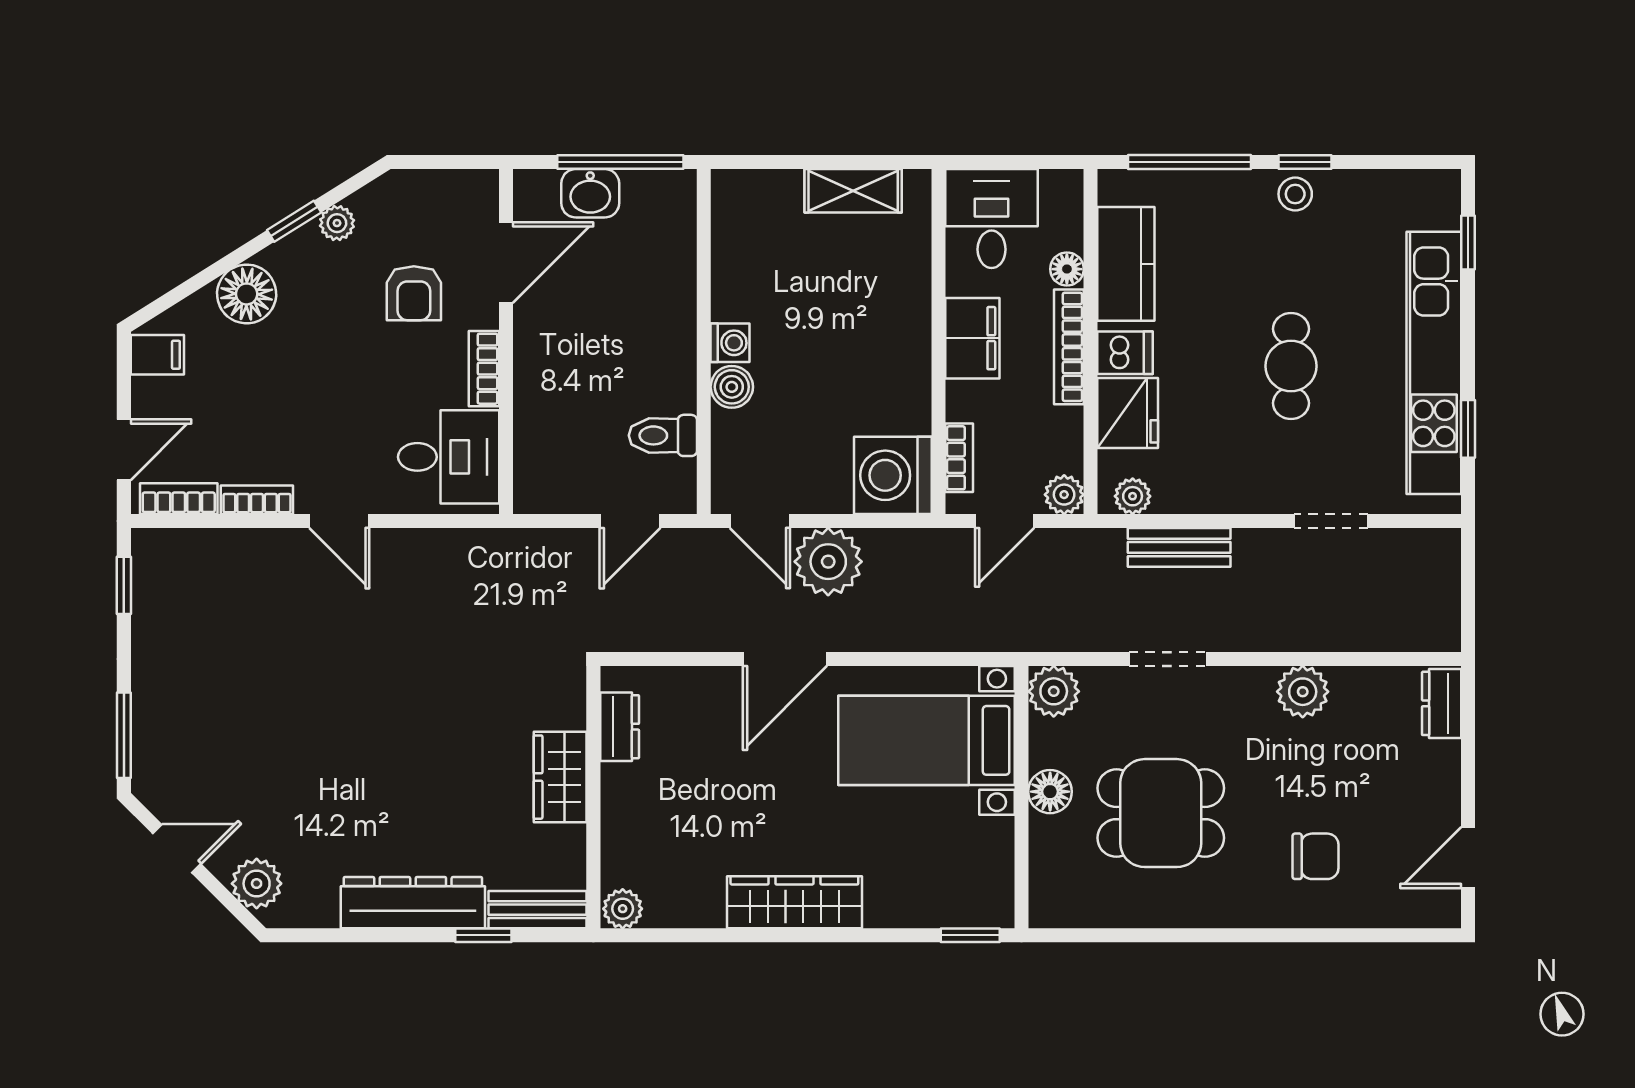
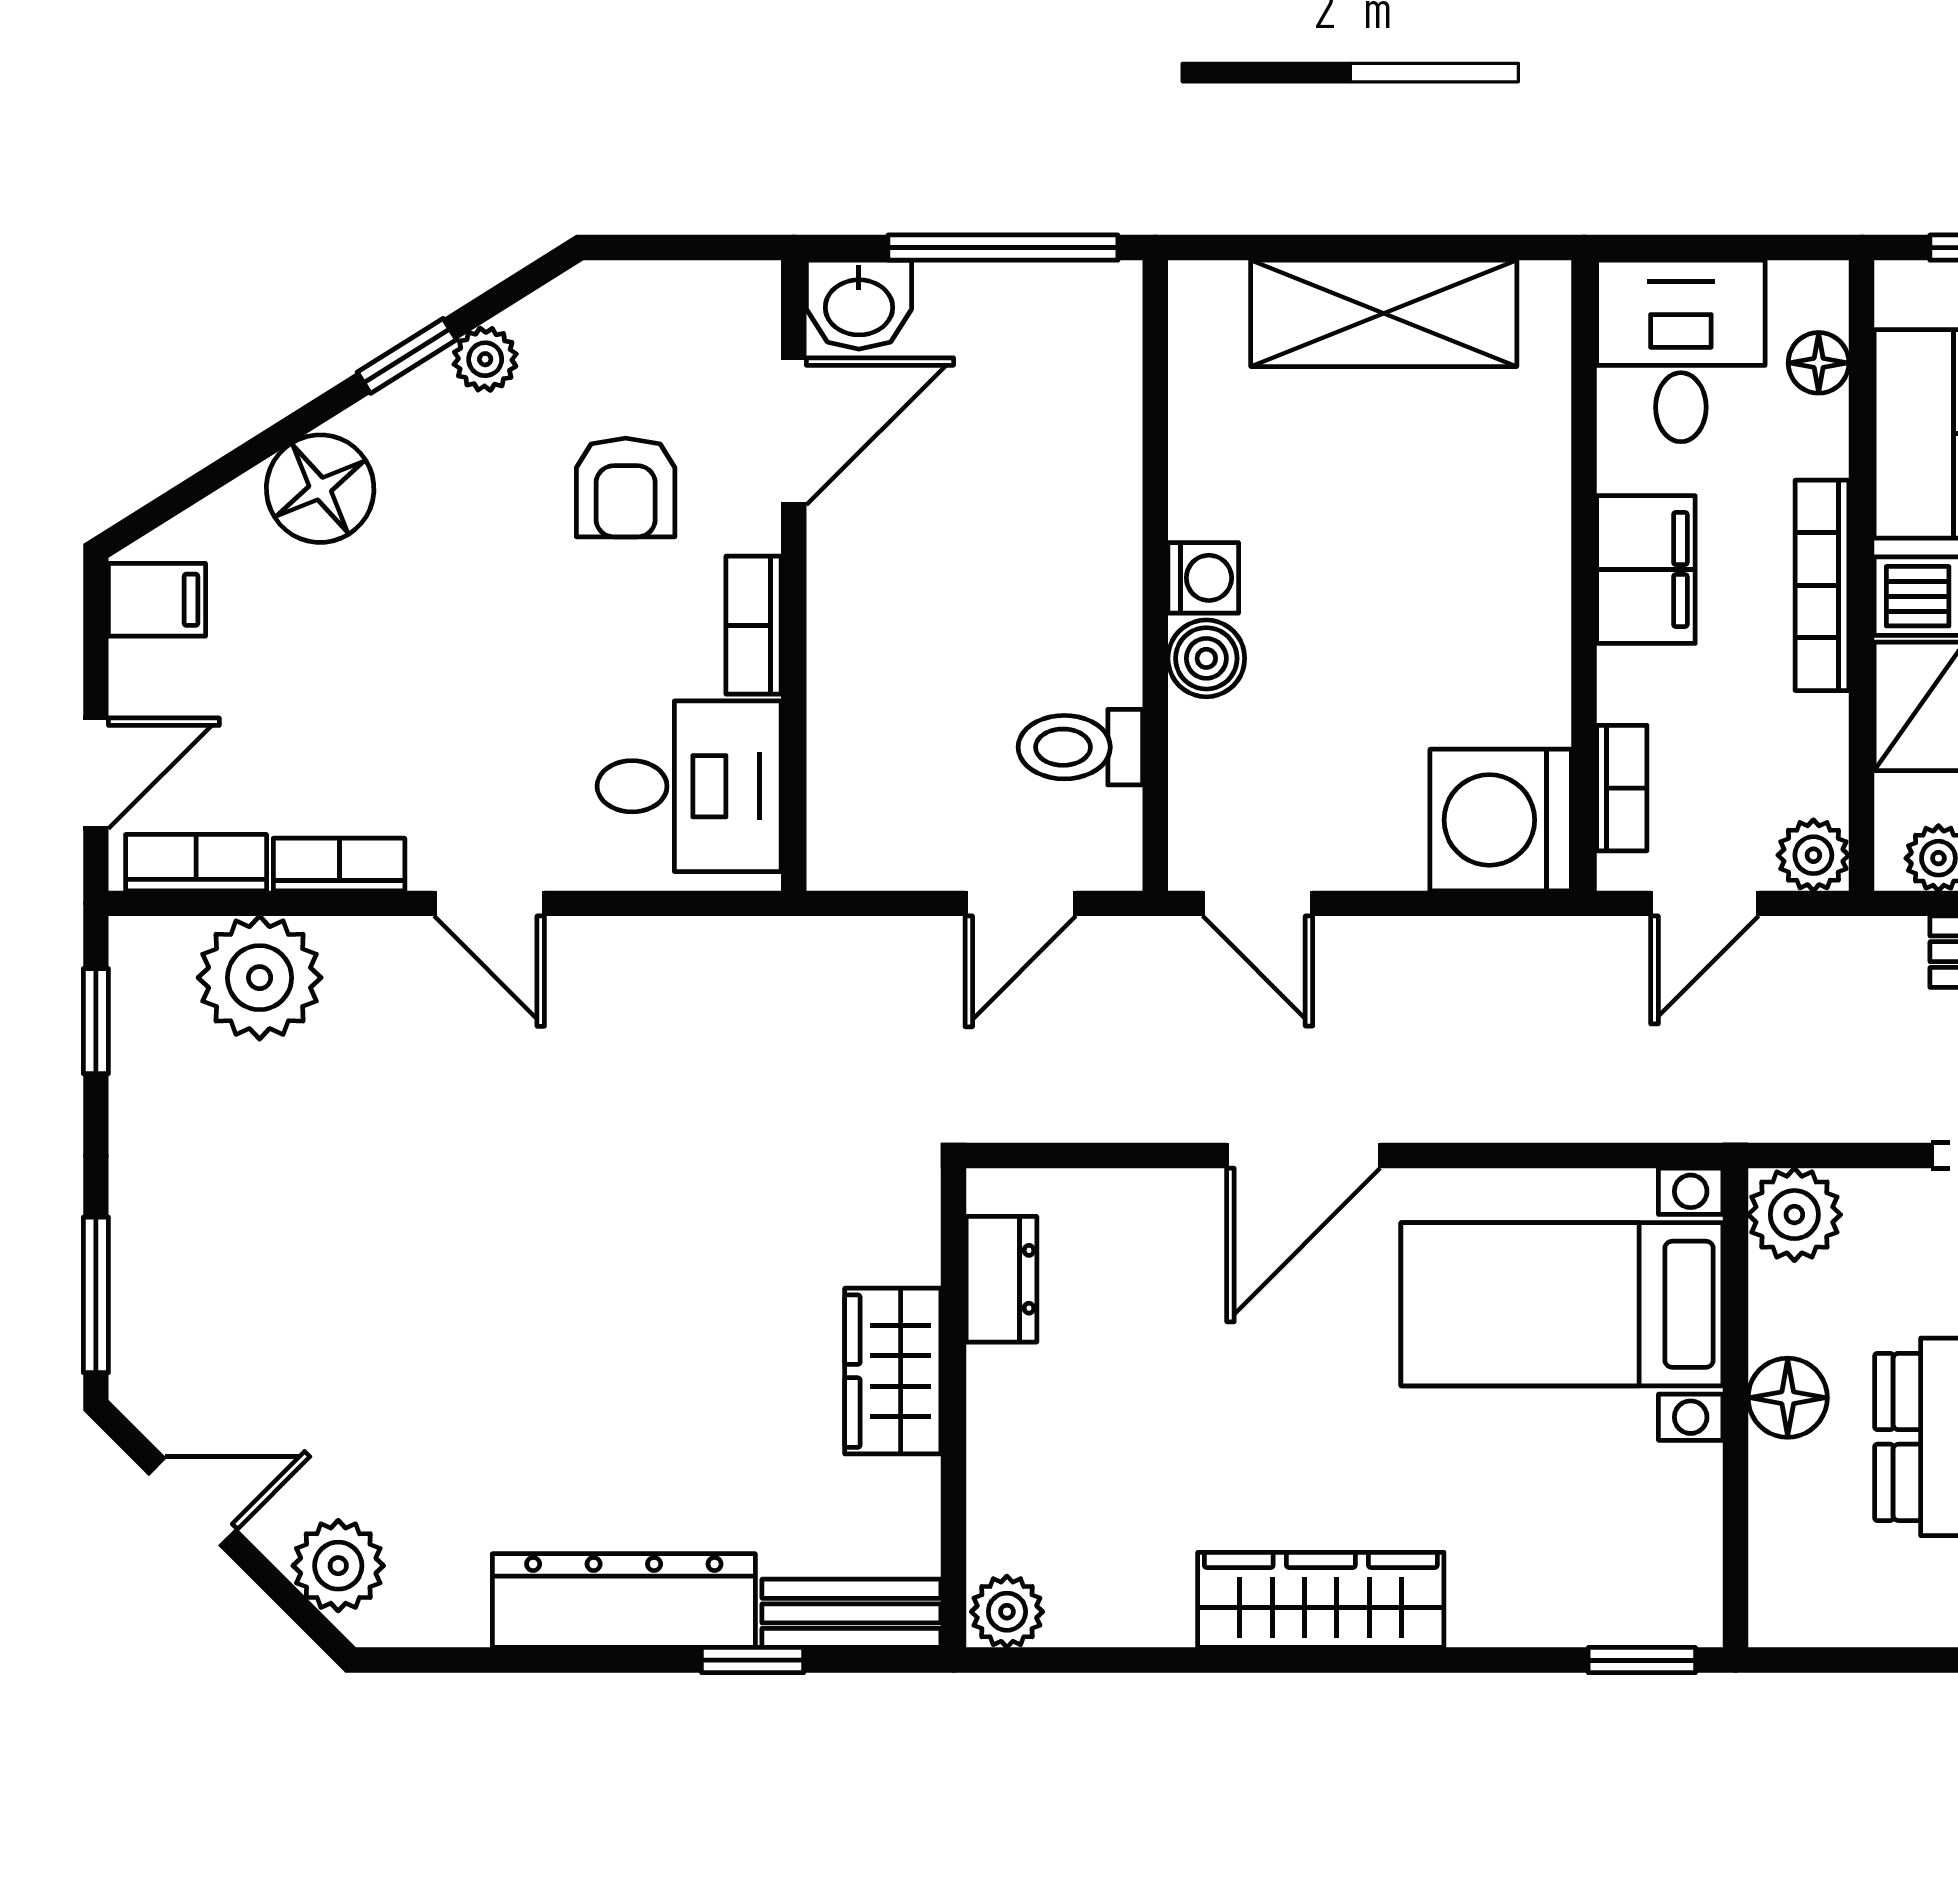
shelving: (853, 191) -> (1384, 313), width x1.50, depth x1.33
washbasin: (590, 193) -> (859, 305), moved
floor lamp: (1067, 269) -> (1819, 363), moved
plant: (828, 562) -> (260, 978), moved

